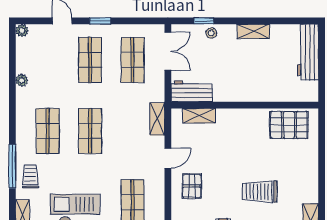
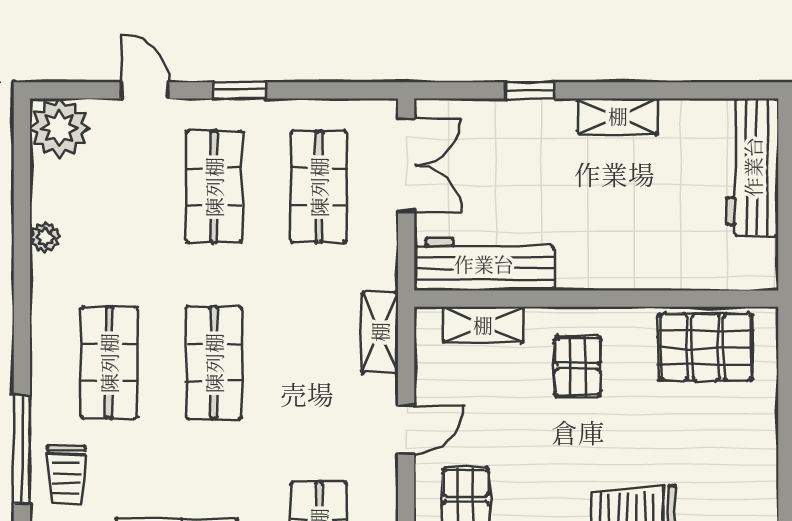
window: (204, 21) -> (530, 90), moved
plant: (22, 31) -> (59, 128), width x1.88, depth x1.88
stool: (211, 33) -> (513, 120), removed
workbench: (192, 91) -> (484, 264), width x1.38
pallet: (237, 133) -> (578, 366), added
trolley: (30, 176) -> (66, 475), turned 180

